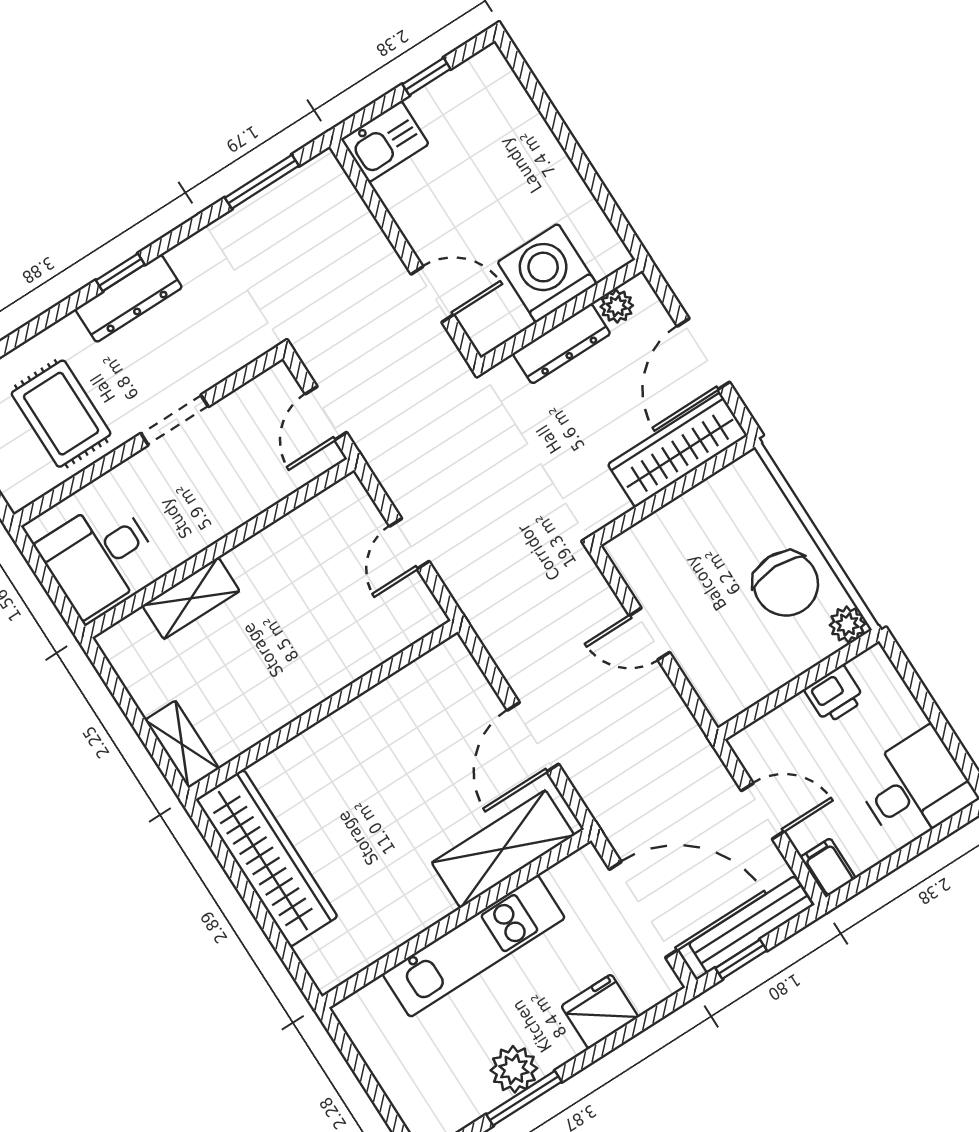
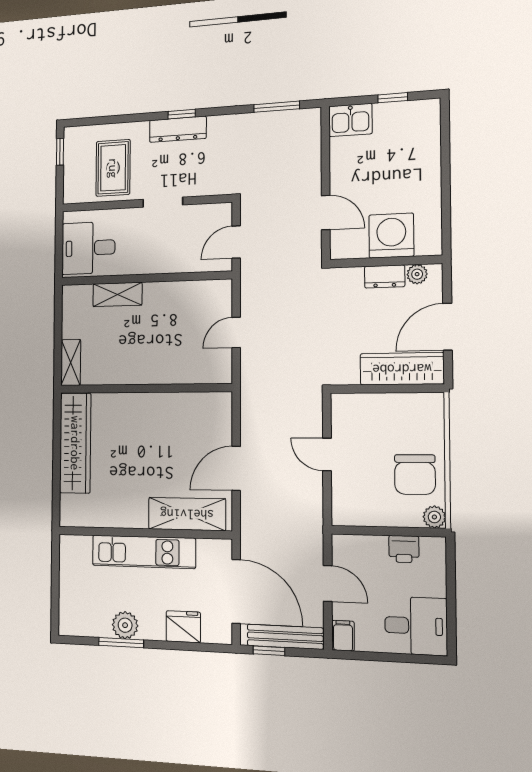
dresser: (562, 344) -> (385, 276), width x0.70

